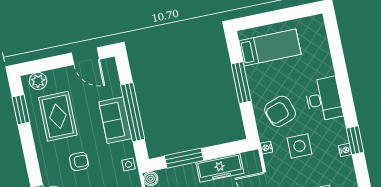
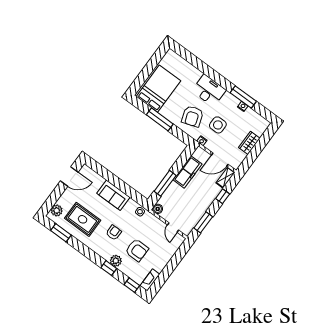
bed: (270, 48) -> (158, 89), width x1.50
window: (133, 112) -> (118, 183), removed
window: (355, 140) -> (243, 97), width x1.44

